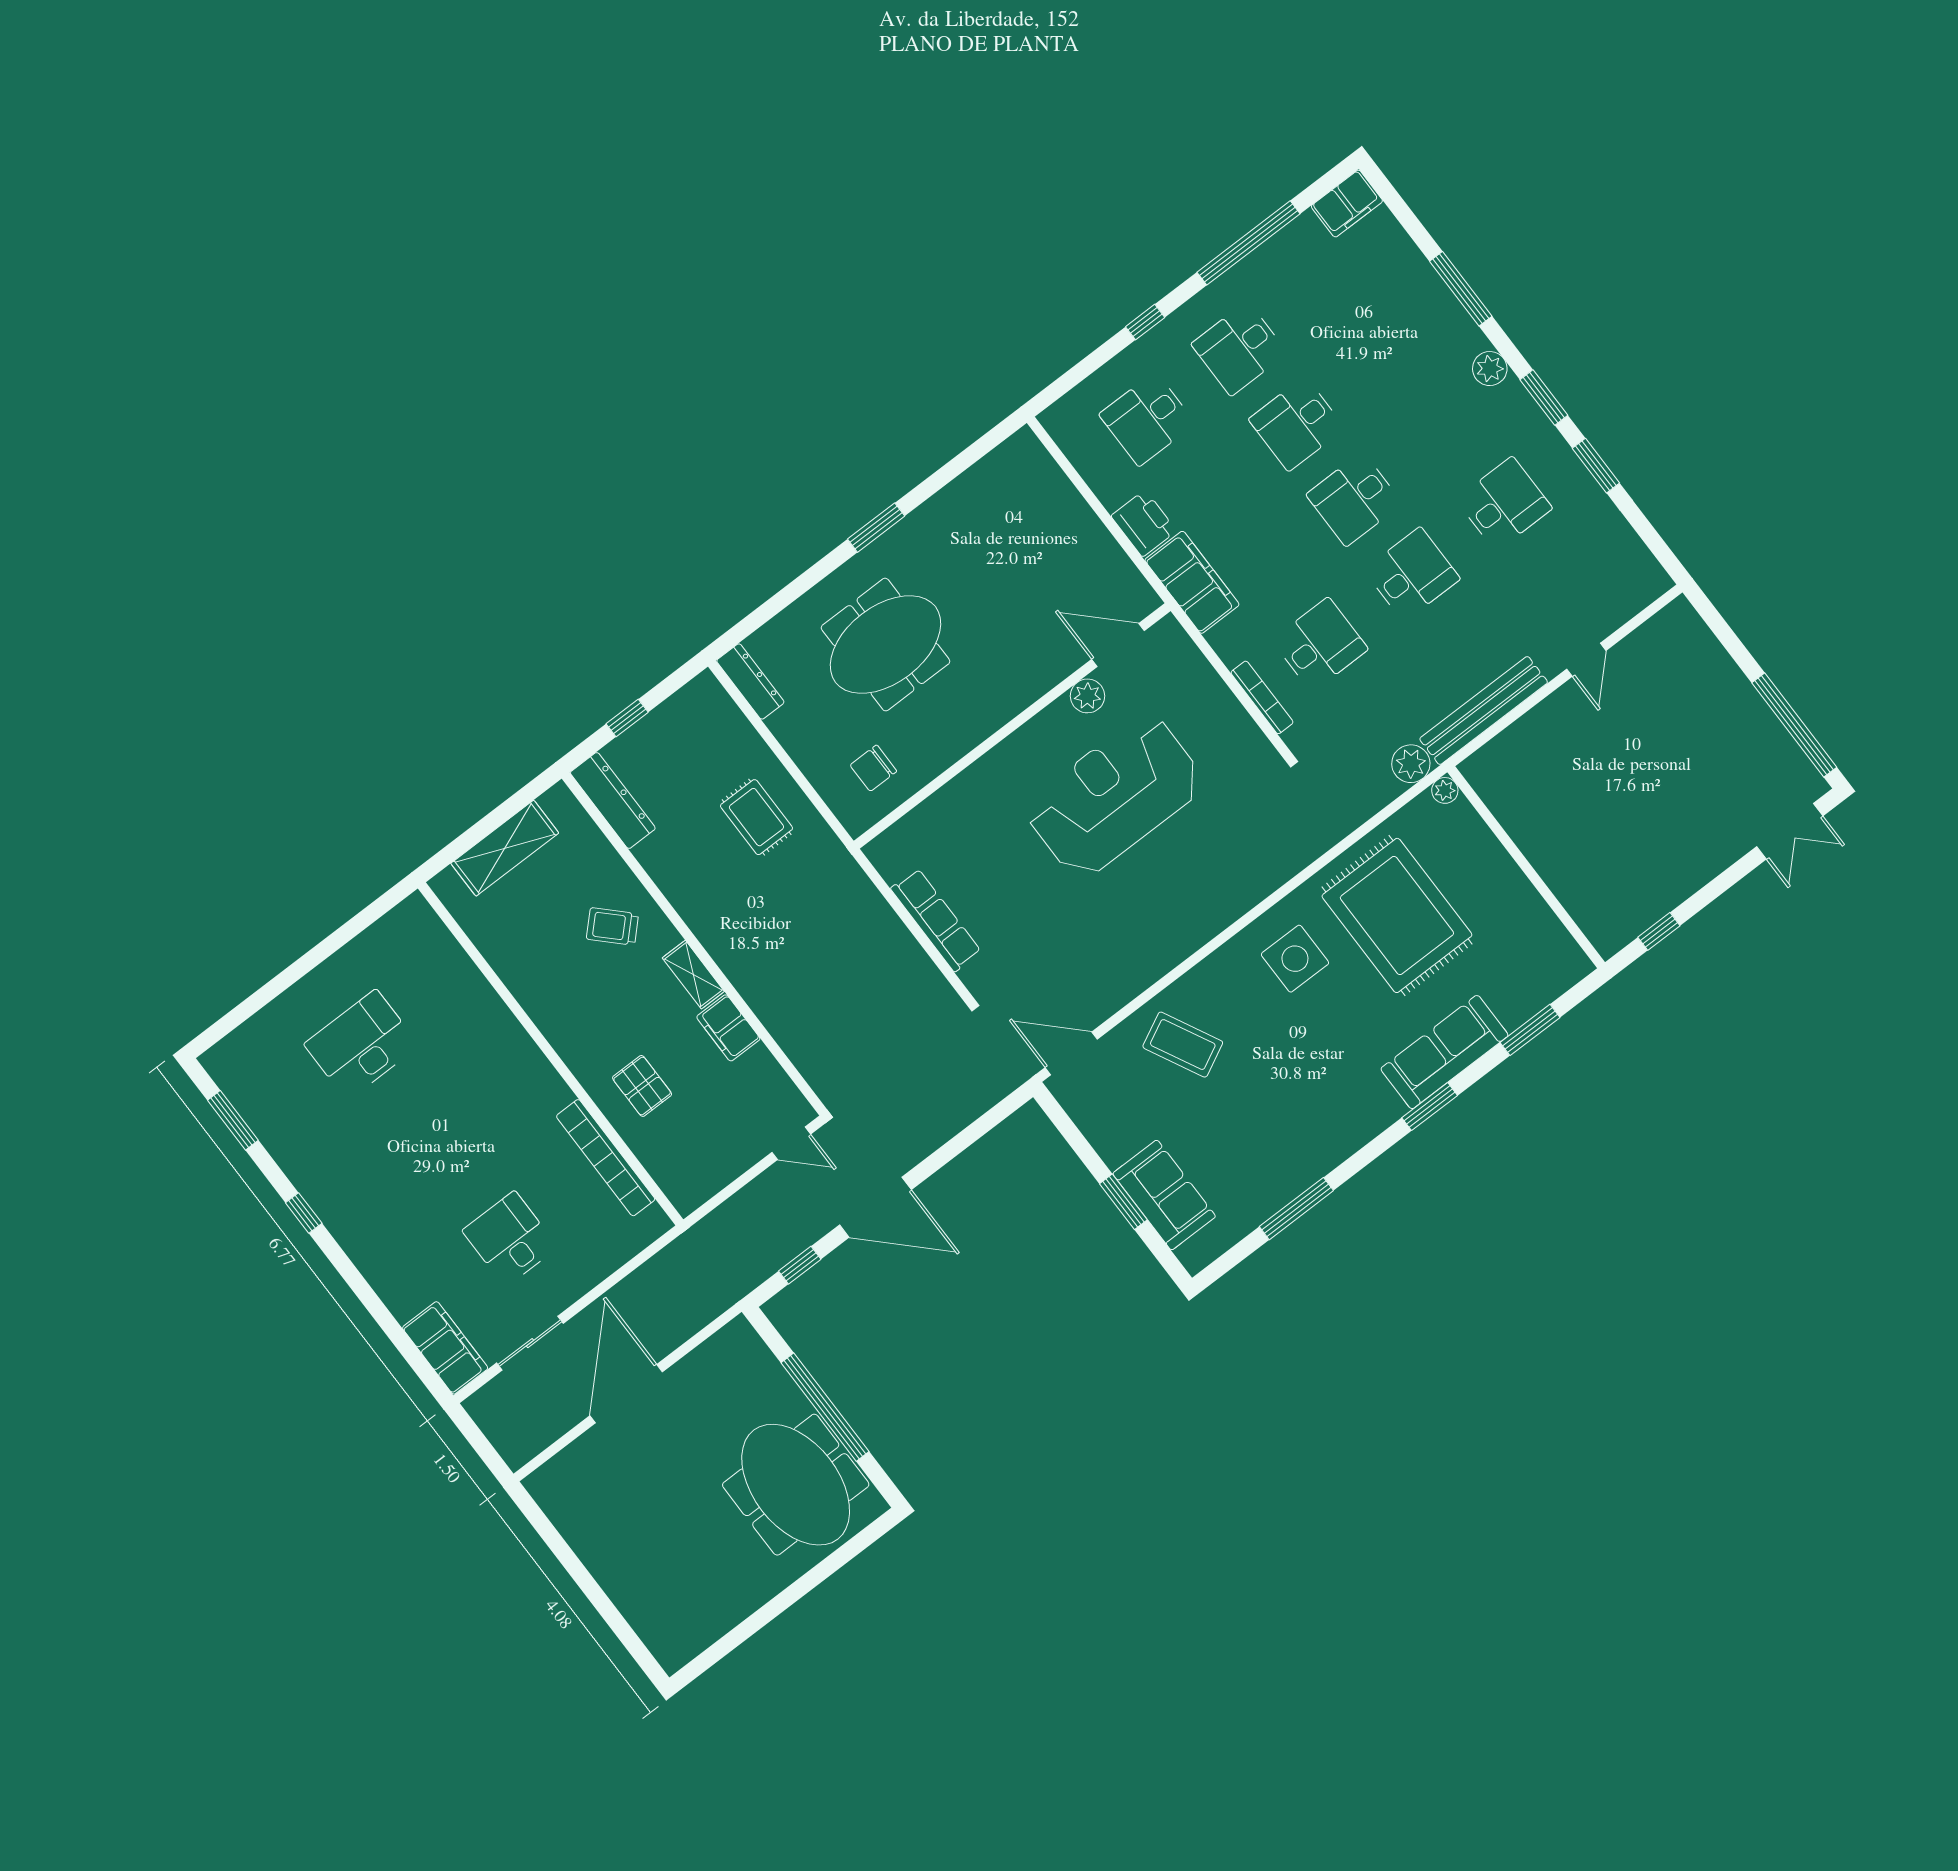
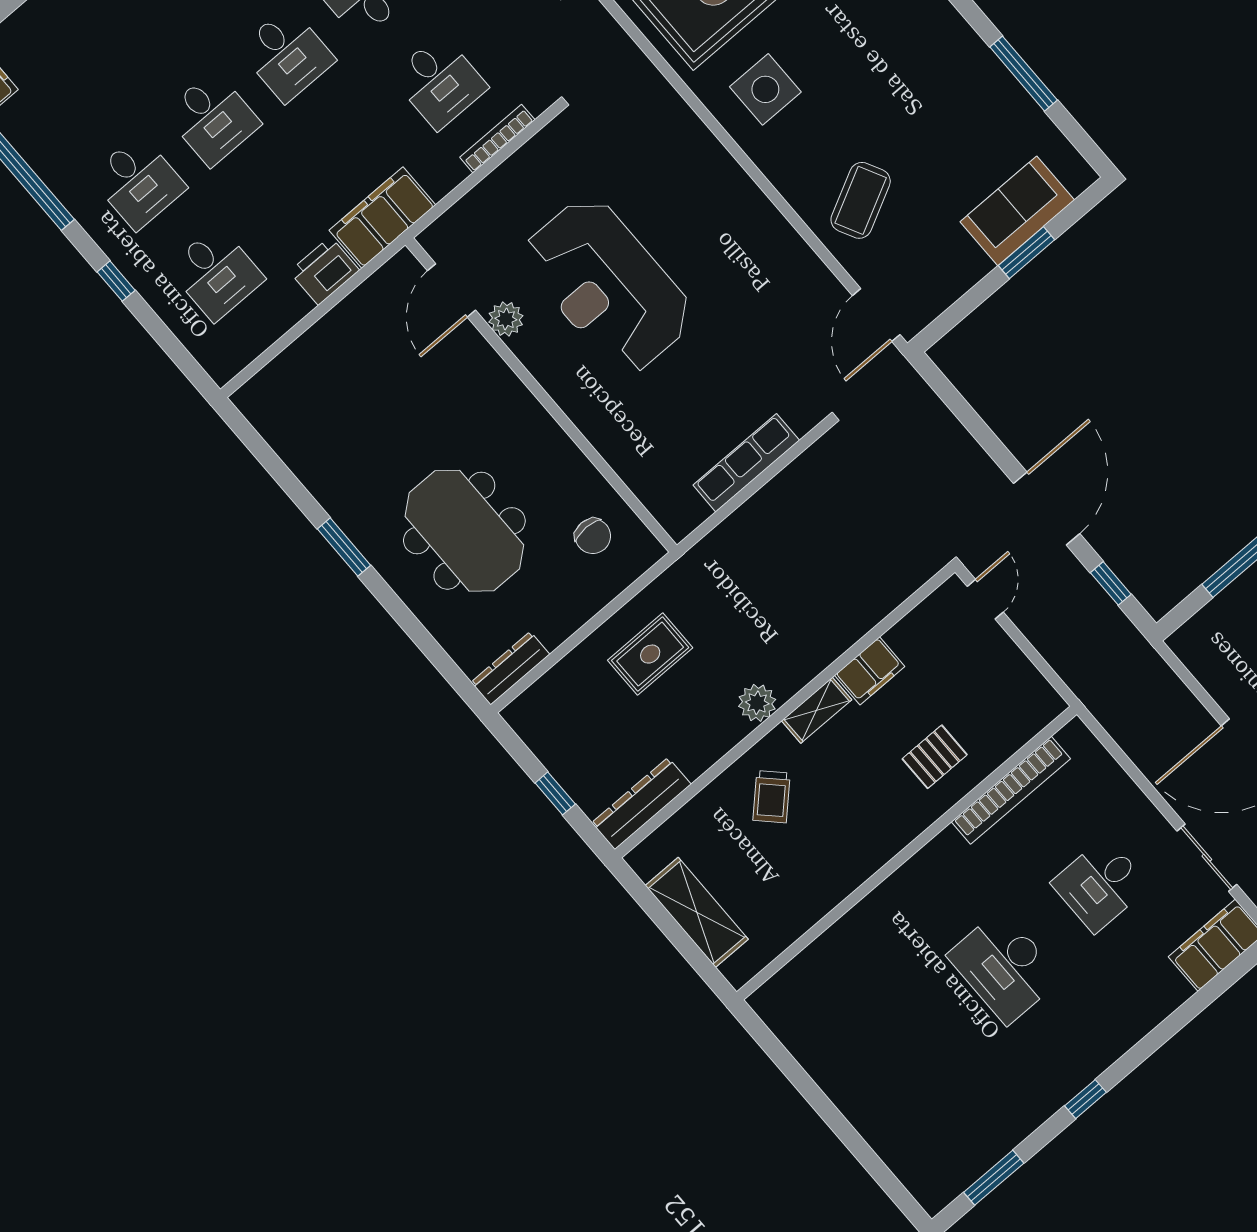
desk: (1320, 645) -> (439, 82), turned 180
plant: (704, 918) -> (757, 703), added
desk: (362, 1045) -> (1004, 967), moved

